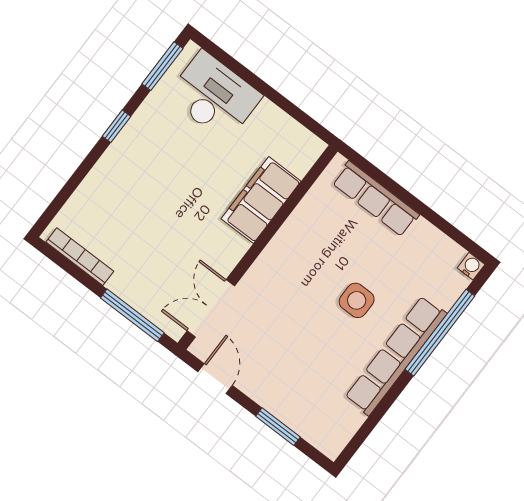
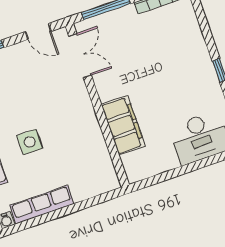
row of seats: (376, 199) -> (42, 205), moved

